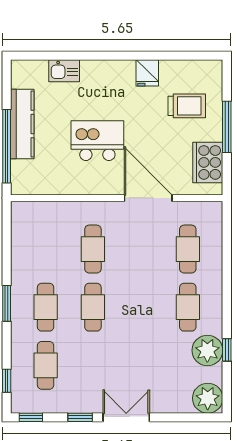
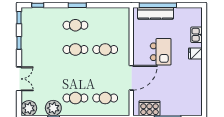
fridge: (147, 73) -> (195, 53), moved
trolley: (187, 106) -> (178, 97), removed
kitchen counter: (22, 124) -> (156, 13), moved
cafe table: (46, 365) -> (46, 25), removed
double door: (126, 417) -> (19, 79), moved

